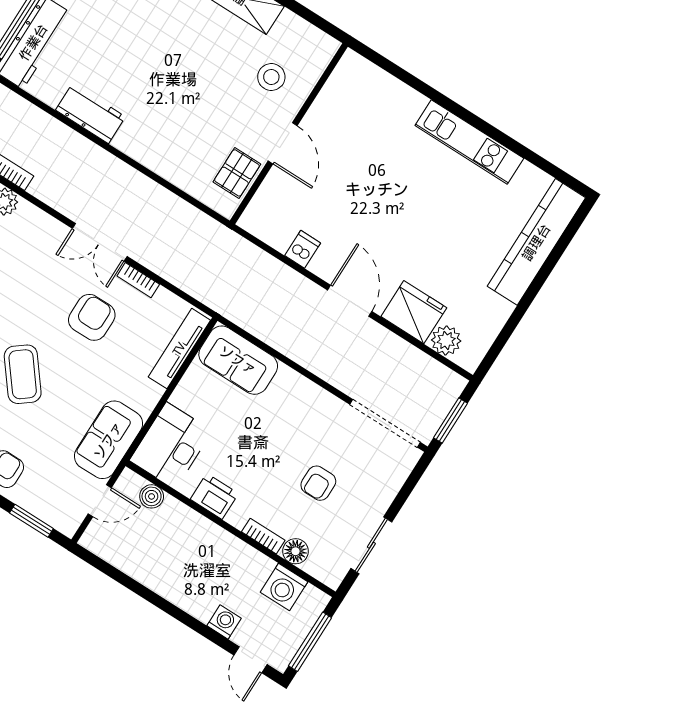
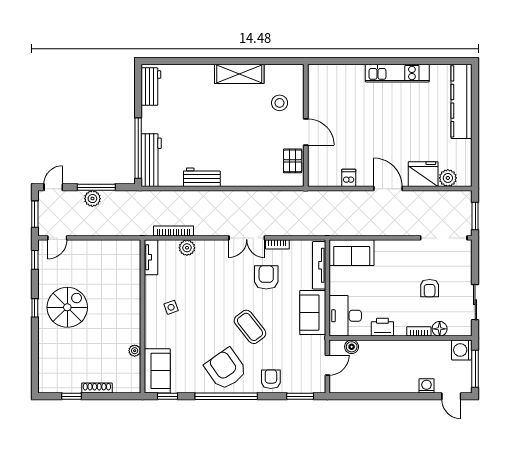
sofa: (108, 440) -> (313, 313), moved
washing machine: (284, 587) -> (462, 350), moved, turned 90

